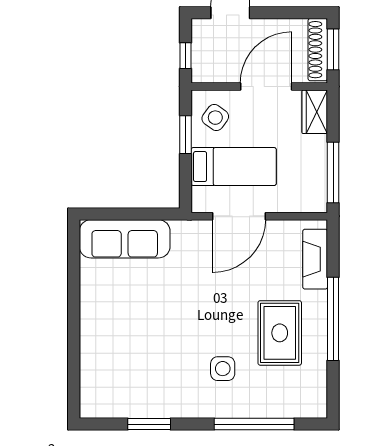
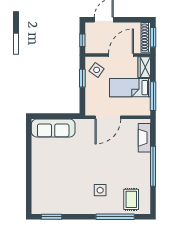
bed: (234, 167) -> (130, 88), moved, turned 180
rug: (280, 333) -> (131, 199), moved, width x0.73, depth x0.70
window: (149, 424) -> (51, 217), moved

